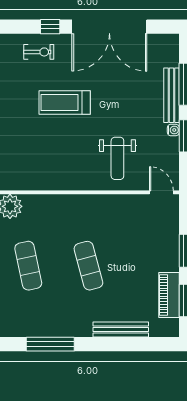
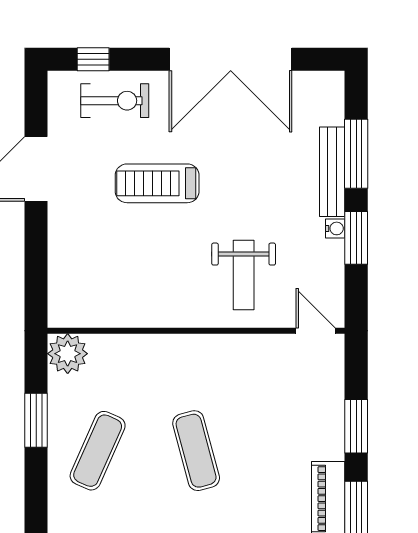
window: (50, 27) -> (93, 59), moved
exercise bike: (39, 52) -> (115, 101), width x1.38, depth x1.39
exercise mat: (28, 266) -> (98, 451), turned 36

